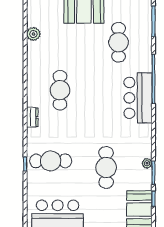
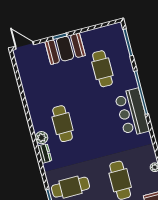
plant: (33, 34) -> (42, 138), moved

